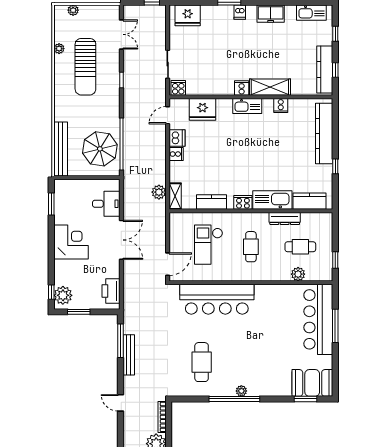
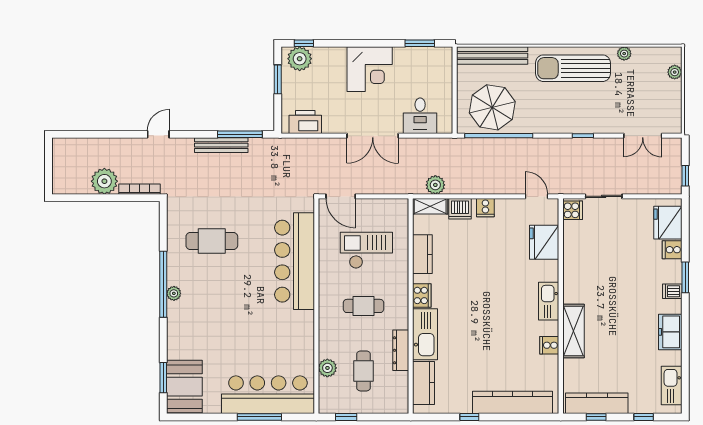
sun lounger: (85, 67) -> (573, 68), moved
cooker: (242, 88) -> (672, 250), moved, turned 180
dishwasher: (177, 138) -> (460, 209), moved

